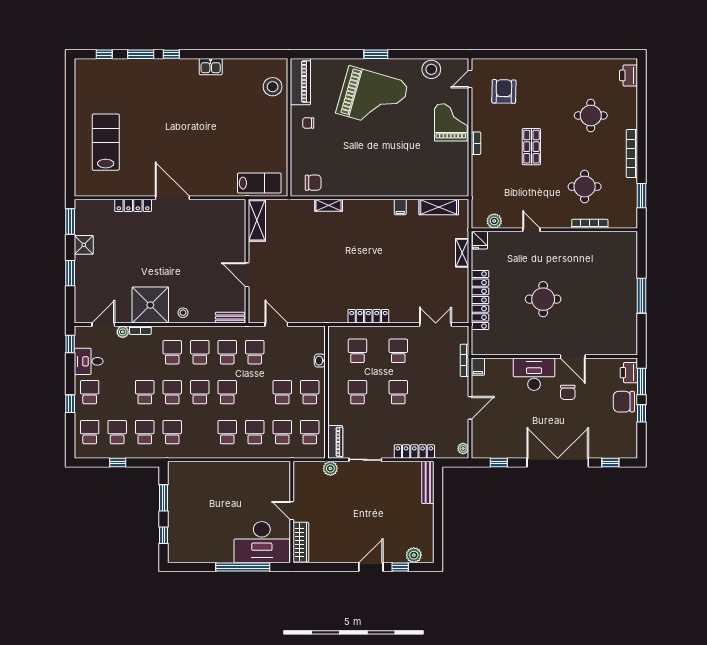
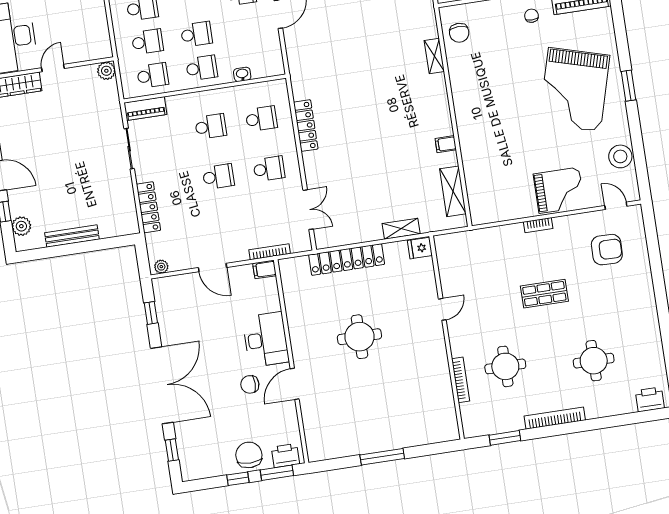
plant: (494, 221) -> (446, 262), removed
plant: (330, 468) -> (106, 71), moved
bench: (428, 482) -> (72, 236), moved

